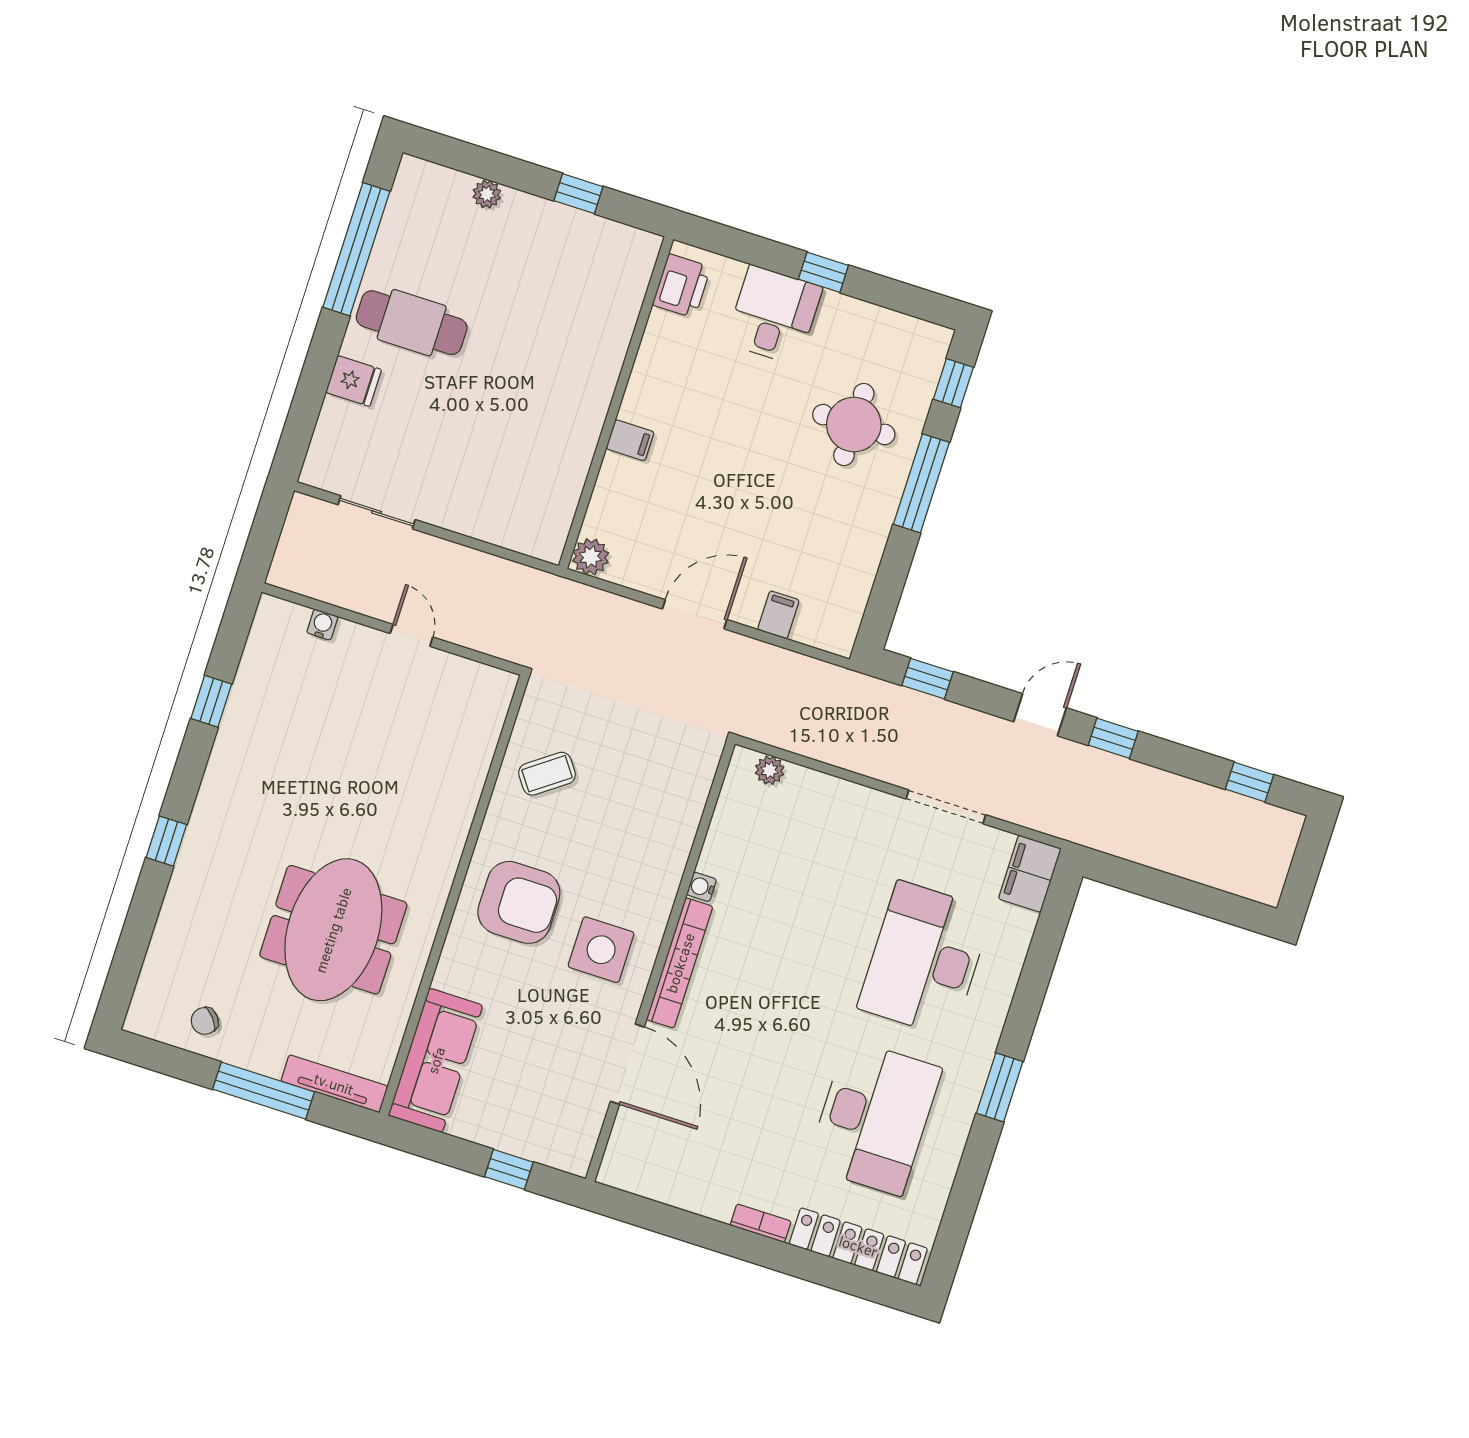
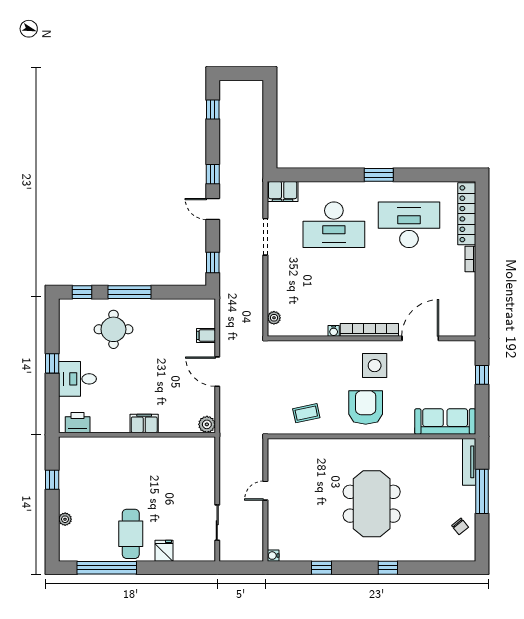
filing cabinet: (630, 440) -> (144, 423), width x2.00
water cooler: (322, 625) -> (273, 556), moved
coffee table: (547, 774) -> (306, 413), turned -66
meeting table: (333, 930) -> (372, 504), moved, turned 90

